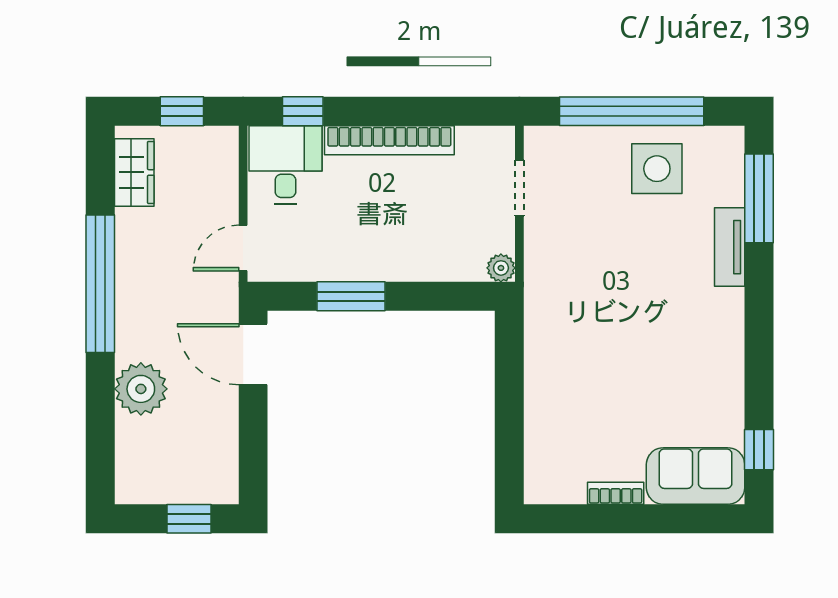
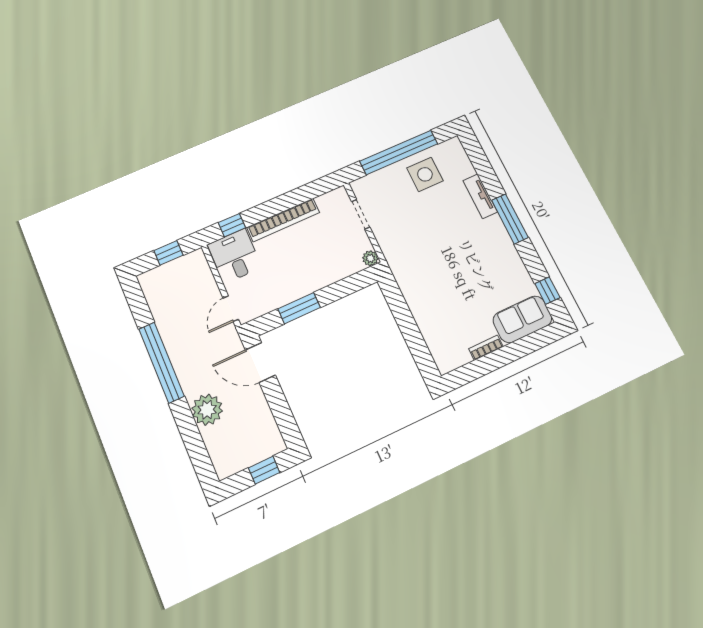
wardrobe: (134, 172) -> (156, 295), removed
window: (759, 198) -> (510, 219), moved

